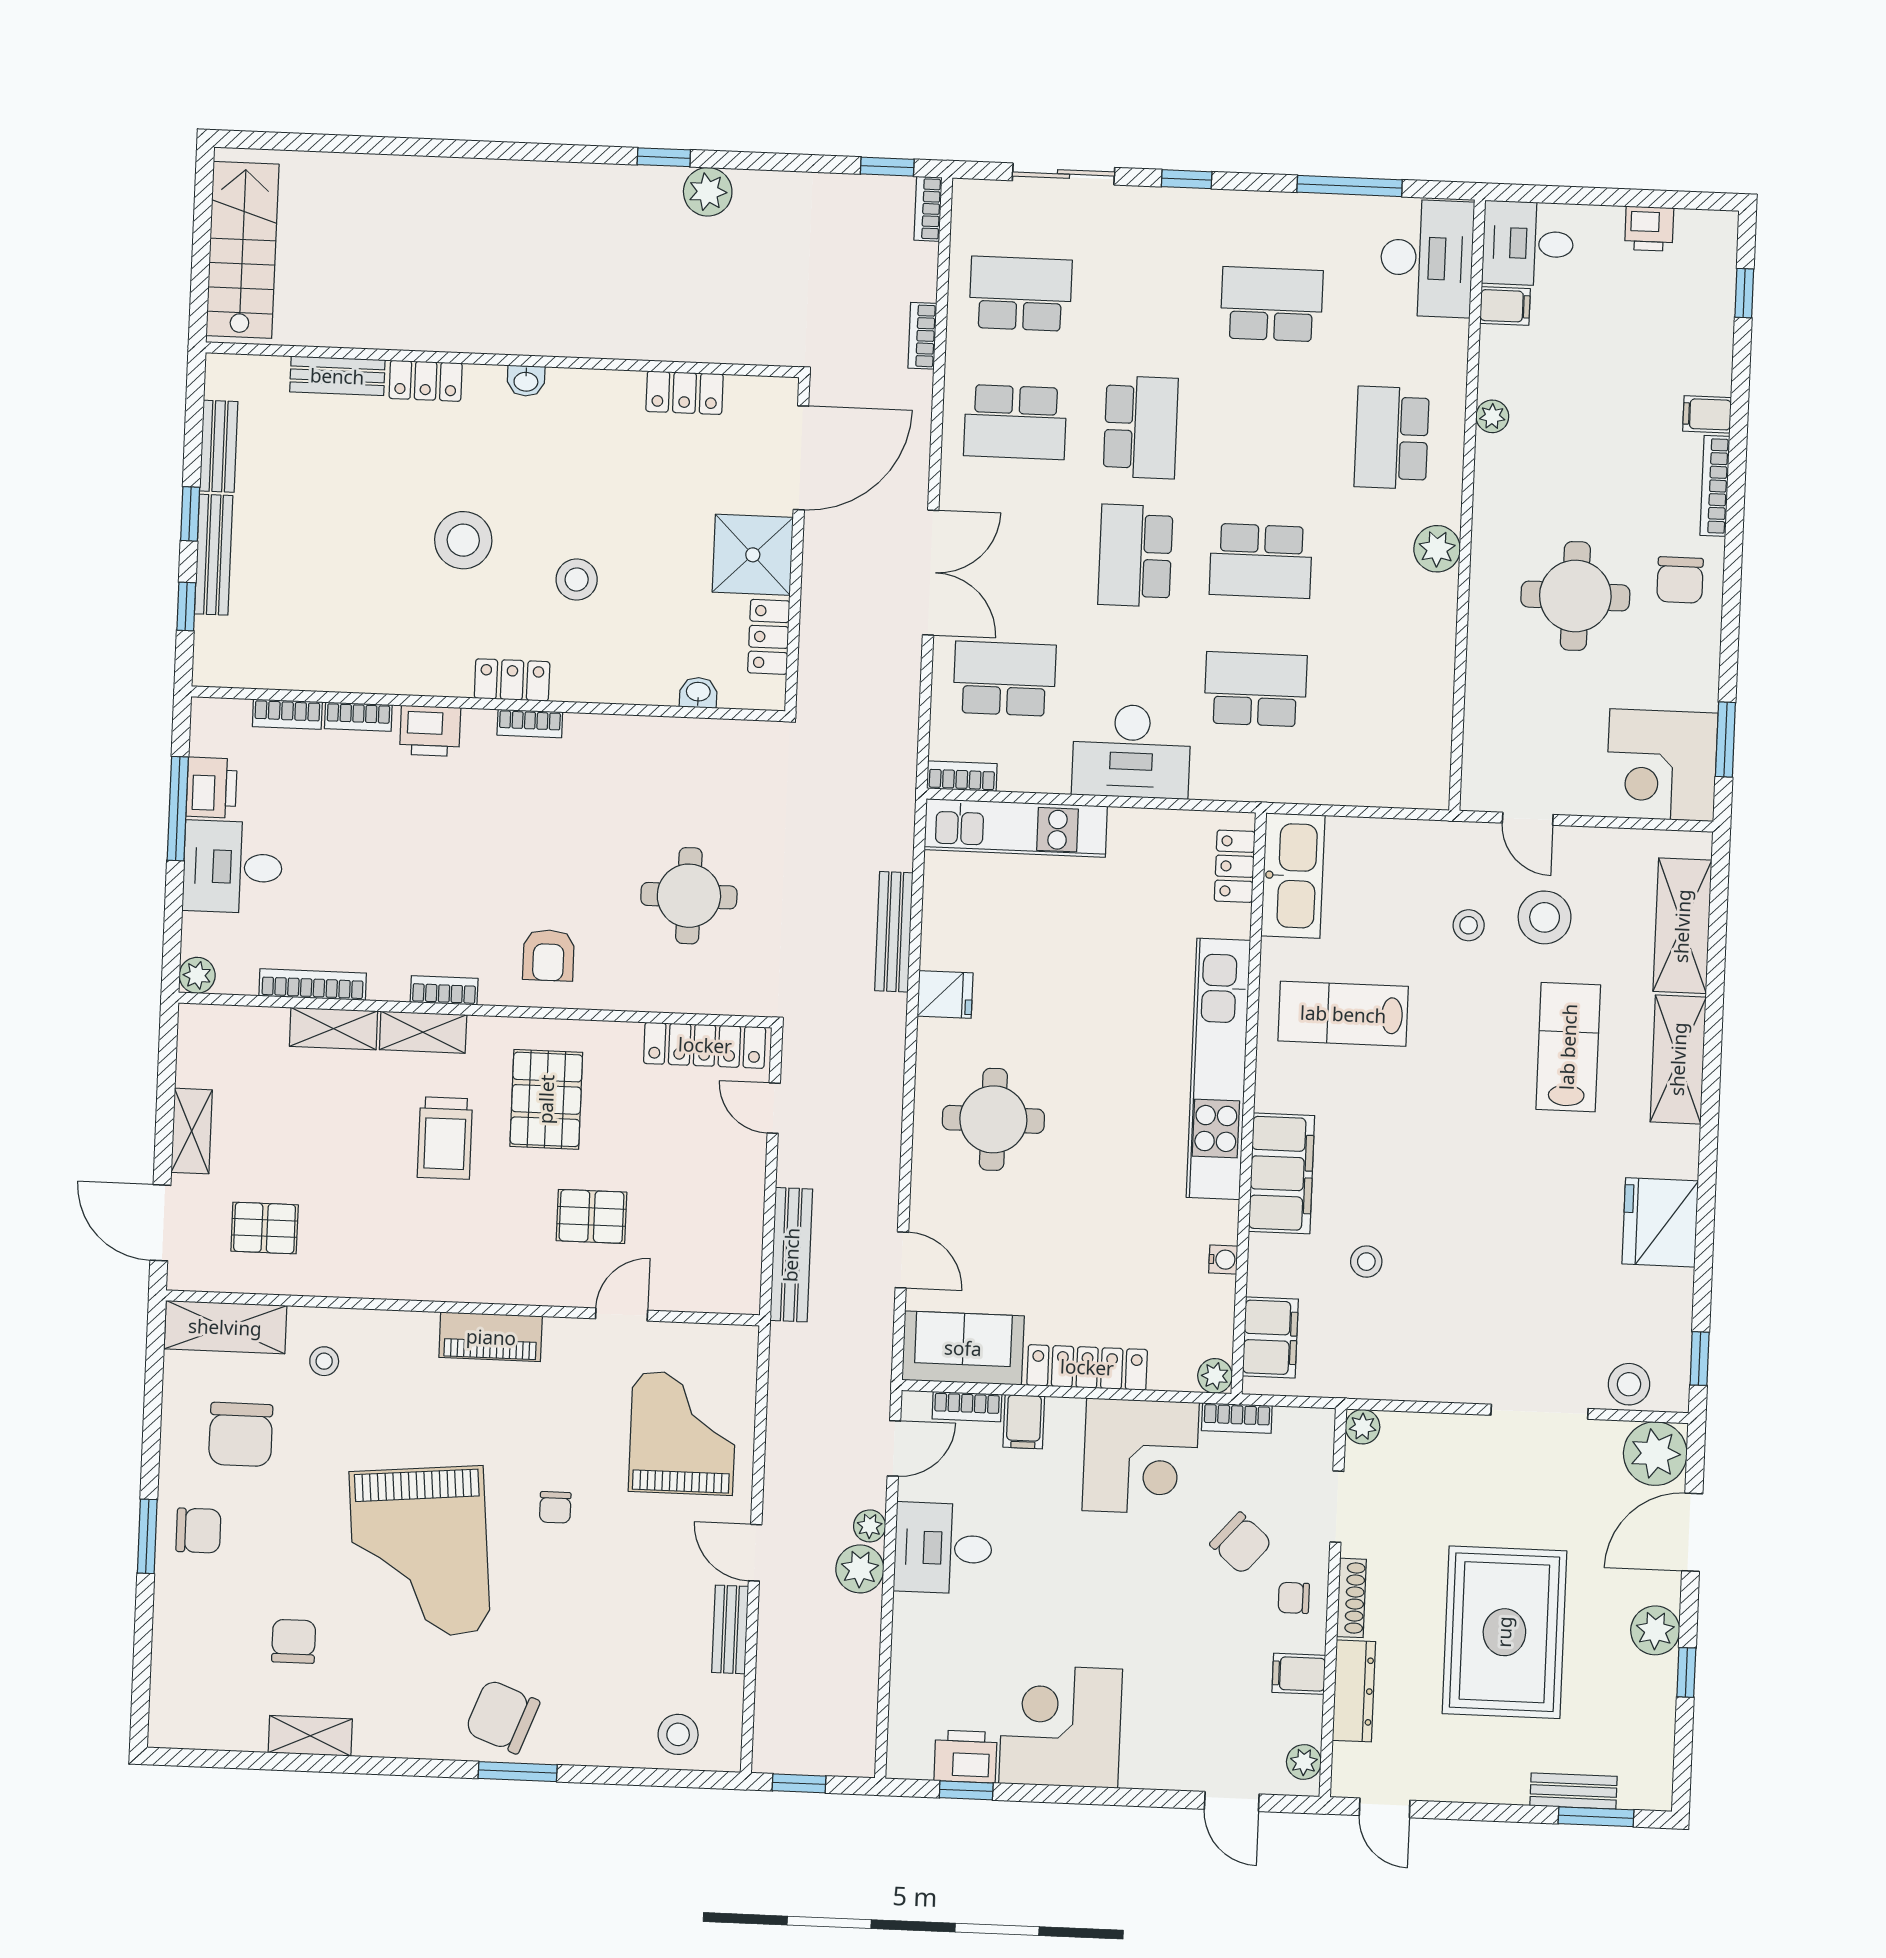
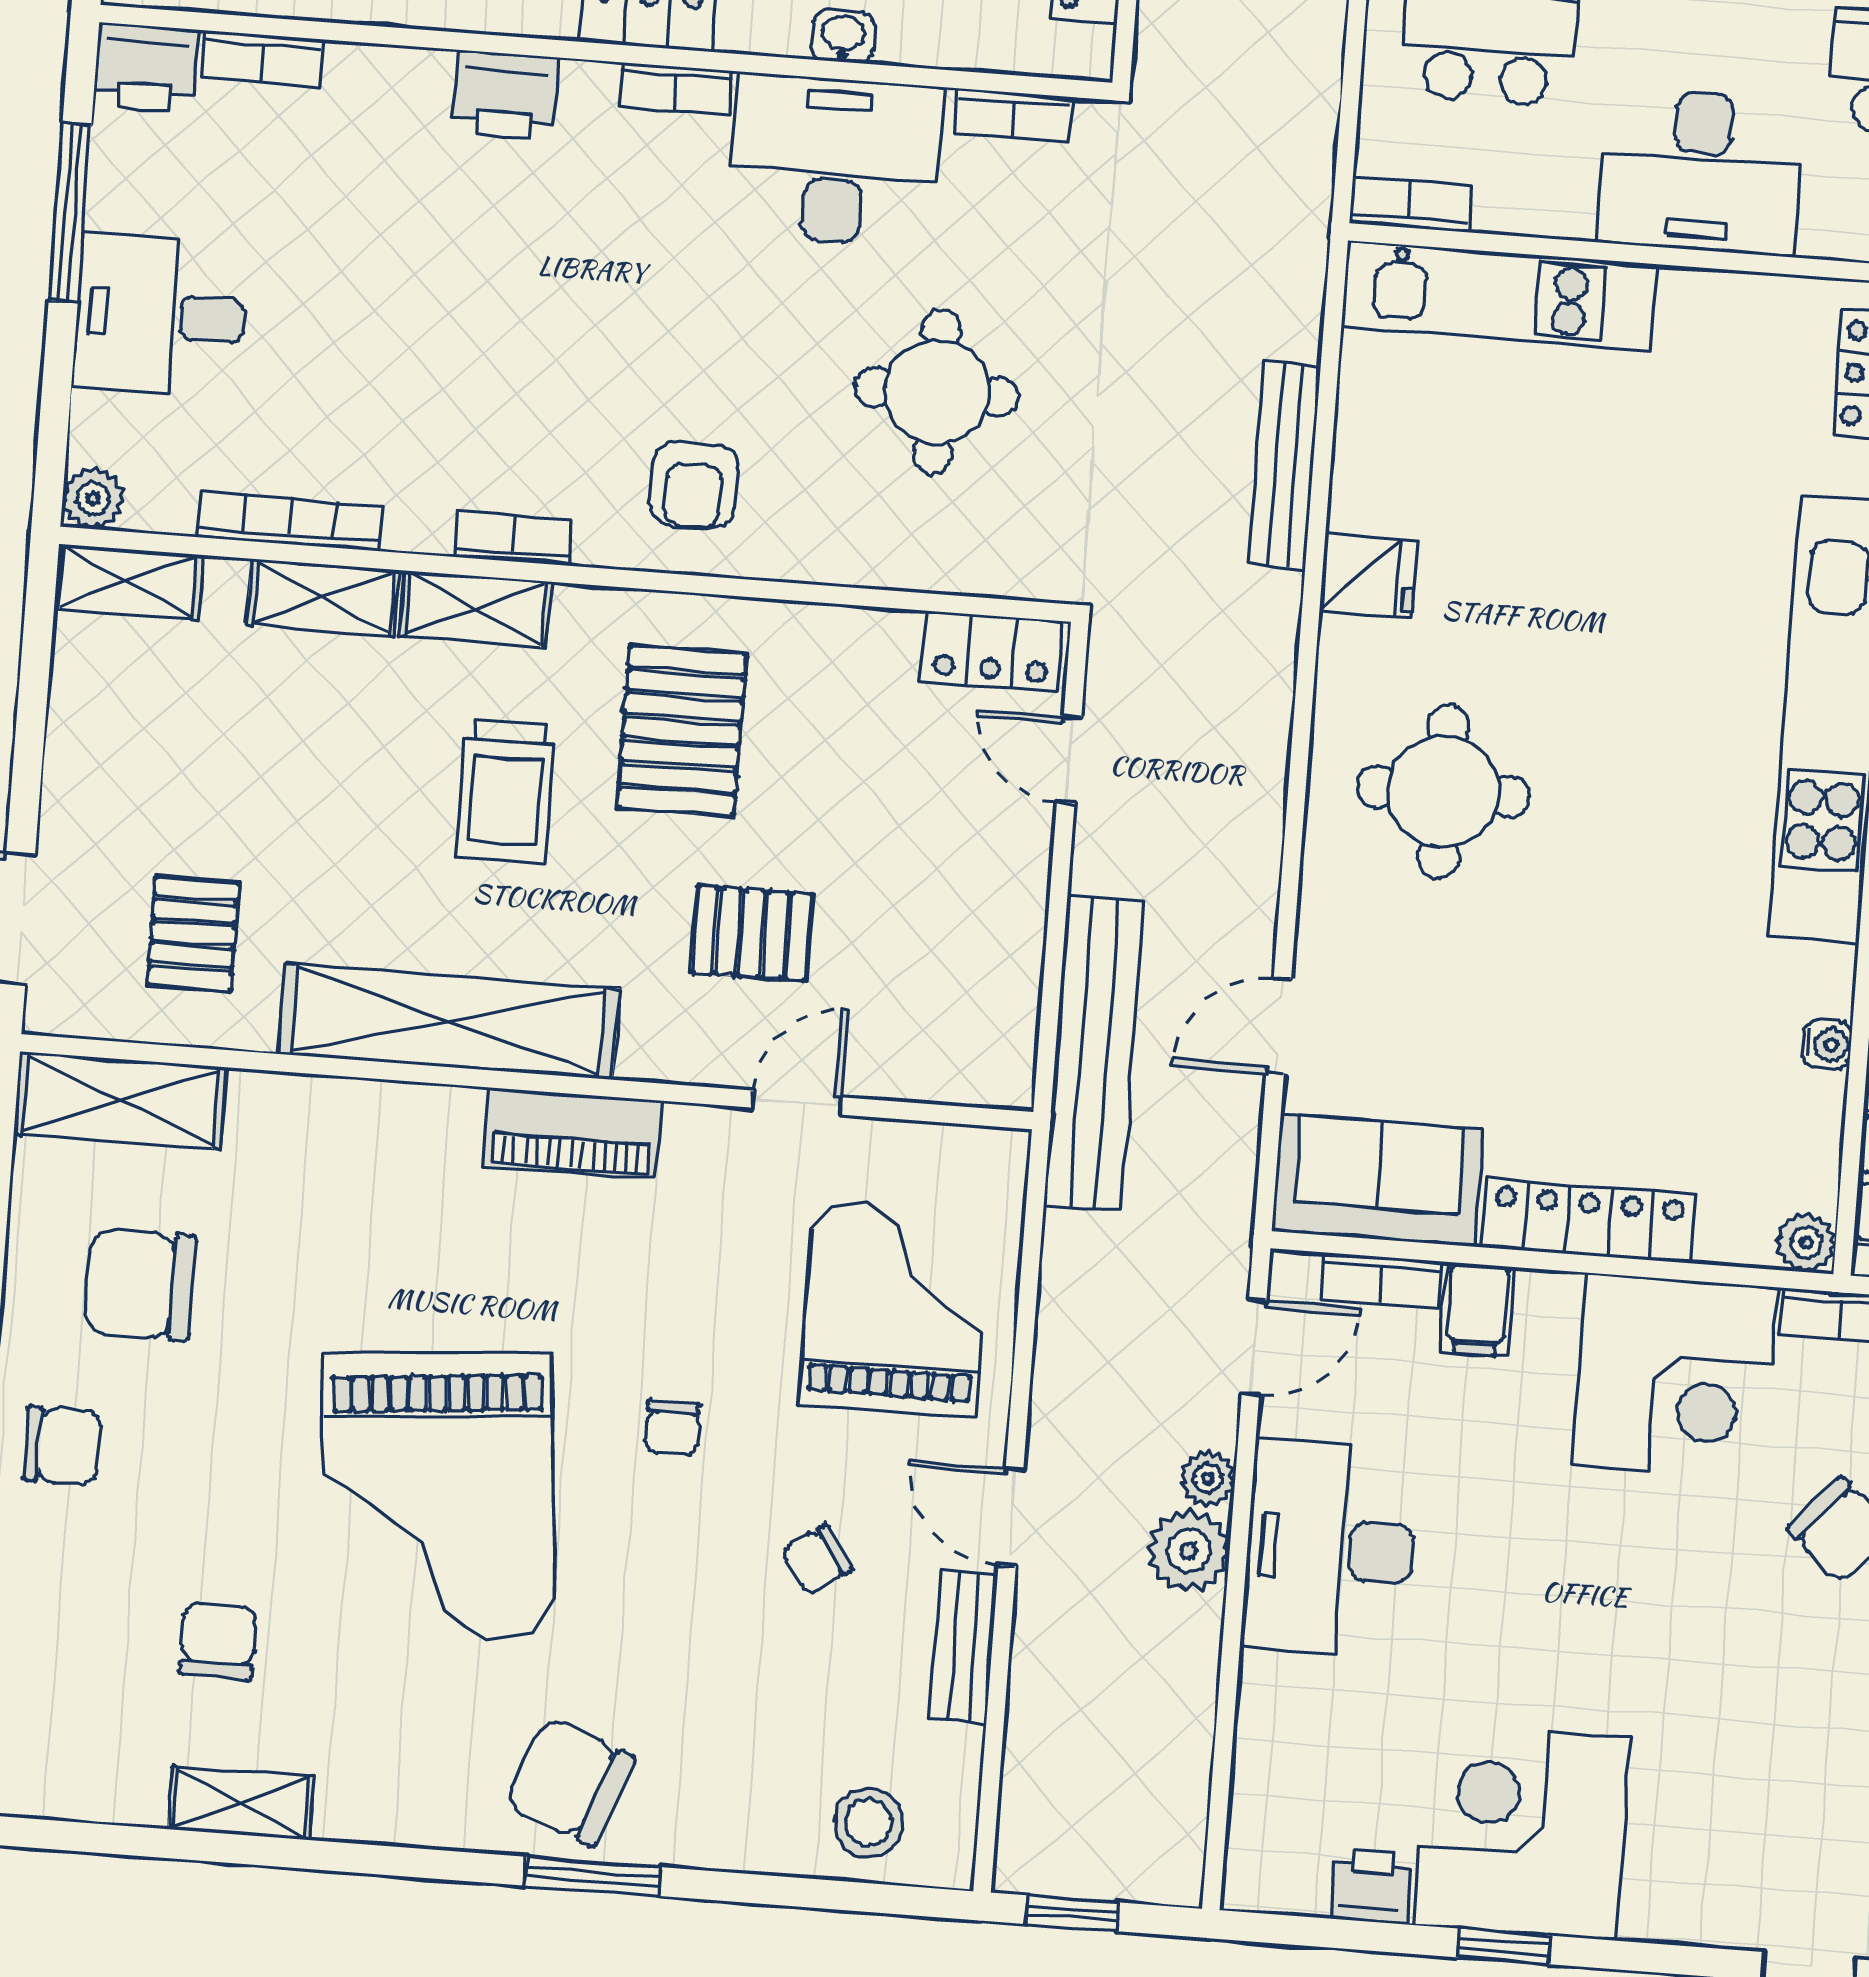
washbasin: (698, 693) -> (843, 36), moved
bookcase: (358, 717) -> (1014, 115), moved
desk: (625, 762) -> (835, 160), added
printer: (212, 788) -> (146, 68), moved, turned 90
locker: (705, 1045) -> (991, 651), width x0.66
shelving: (192, 1131) -> (128, 582), moved, turned 90
pallet: (265, 1228) -> (193, 934), turned 90
bench: (791, 1255) -> (1094, 1053), width x1.37, depth x1.21
door: (902, 1260) -> (1279, 1026), swing flipped
shelving: (416, 1274) -> (449, 1021), added
stool: (324, 1361) -> (287, 1164), removed
chair: (241, 1434) -> (140, 1285), turned 90
desk: (943, 1548) -> (1330, 1549), width x1.37
chair: (642, 1582) -> (817, 1560), added
printer: (966, 1756) -> (1371, 1887), width x0.73, depth x0.81
window: (966, 1790) -> (1504, 1946), moved

